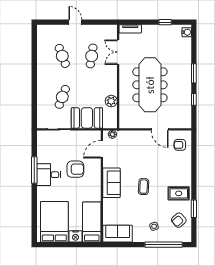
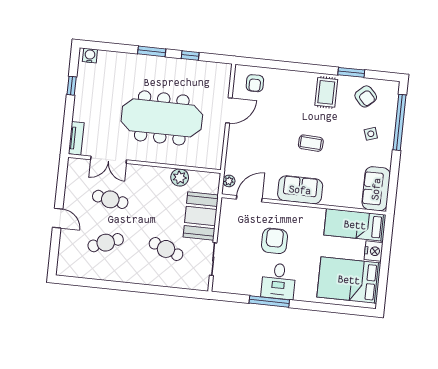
door: (75, 22) -> (58, 218), swing flipped
door: (102, 149) -> (249, 199), swing flipped

